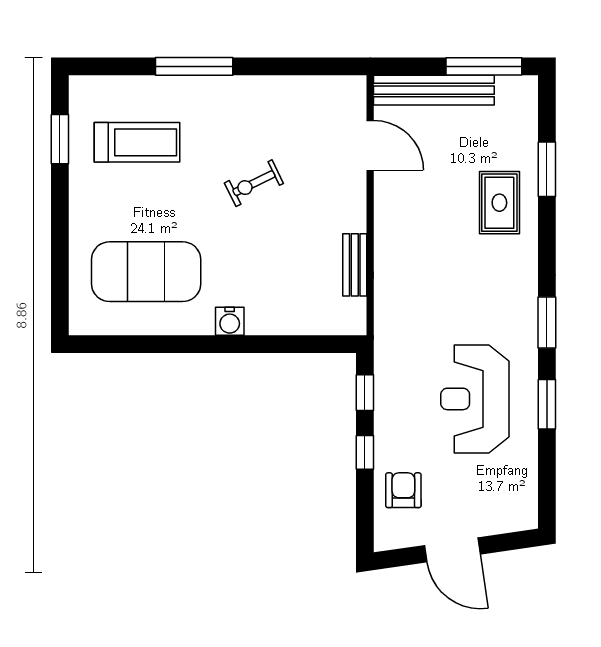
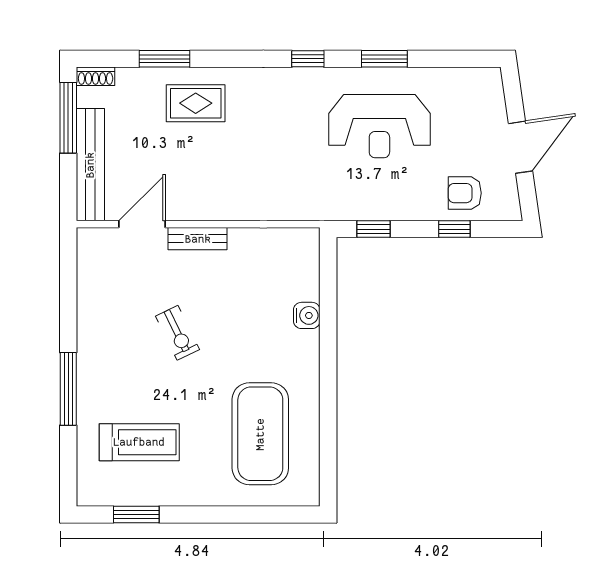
shoe rack: (528, 96) -> (96, 76), added
treadmill: (137, 142) -> (139, 442), turned 90
bench: (355, 265) -> (198, 239), moved
water cooler: (230, 321) -> (307, 315), moved
window: (547, 322) -> (308, 59), width x0.67
window: (365, 452) -> (454, 229), moved

